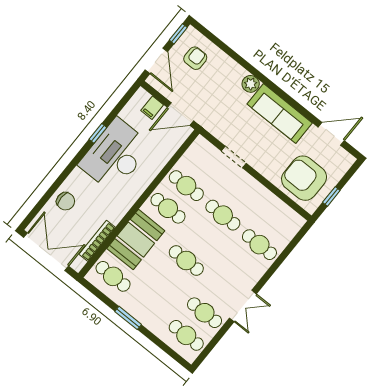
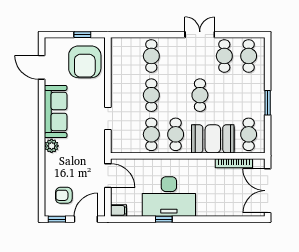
filing cabinet: (152, 108) -> (119, 210), moved
chair: (66, 201) -> (225, 205), removed

